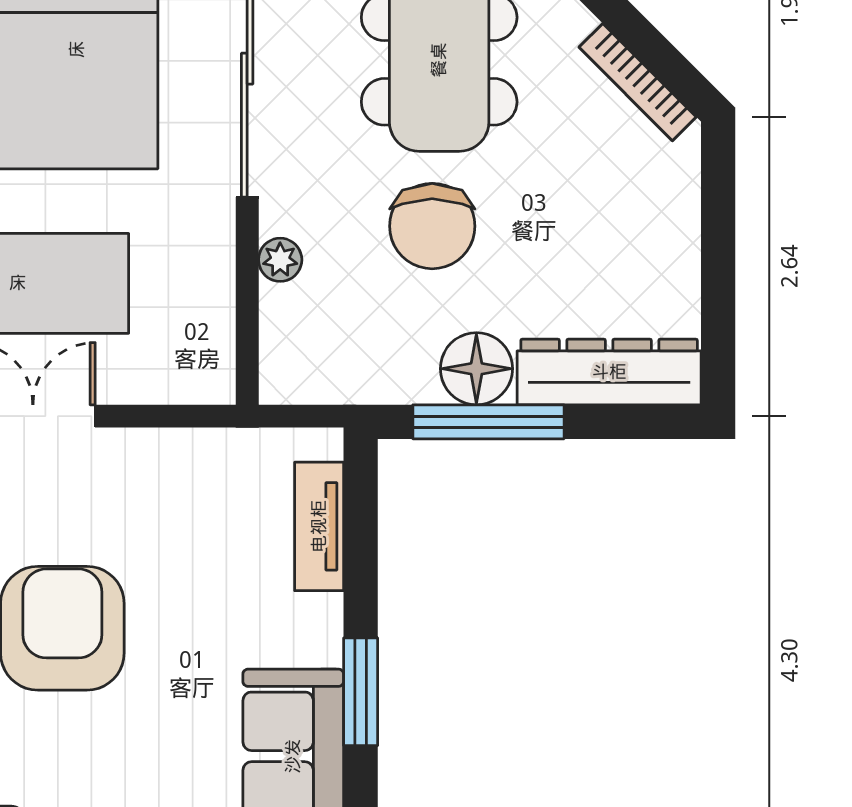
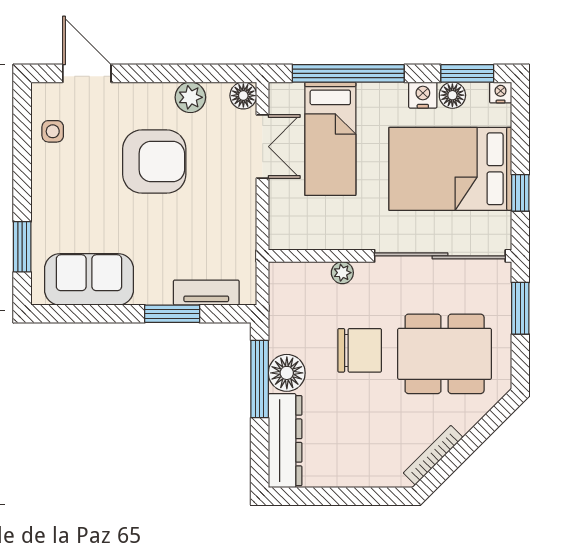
chair: (432, 226) -> (360, 350), turned 180
window: (361, 692) -> (172, 314), moved

